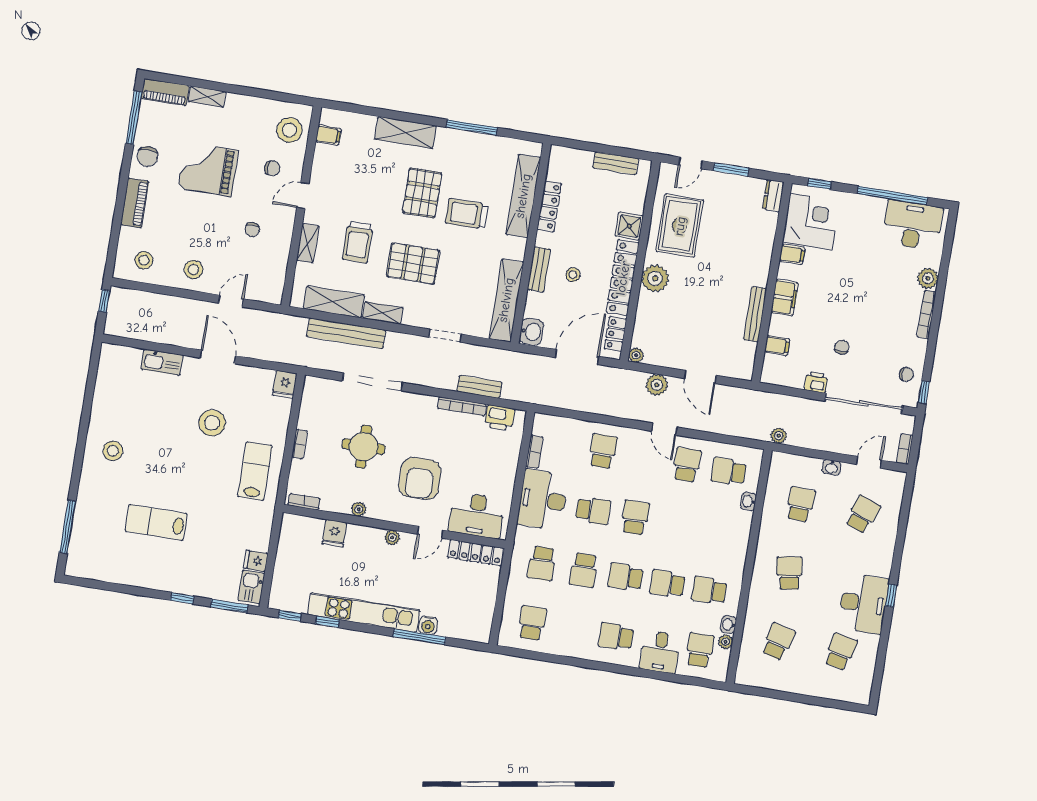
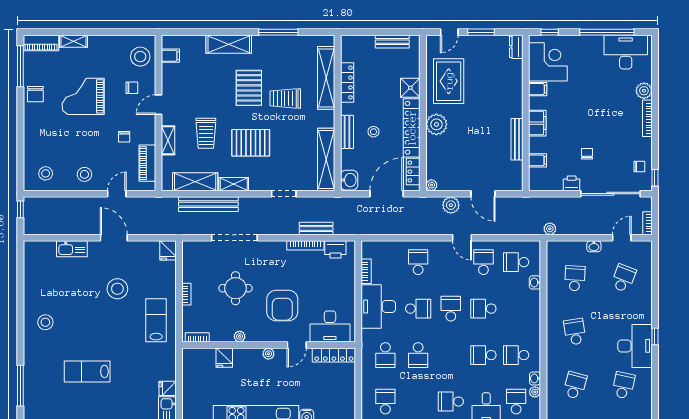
piano: (135, 203) -> (147, 163), moved, turned 180
school desk: (626, 577) -> (483, 309), moved

